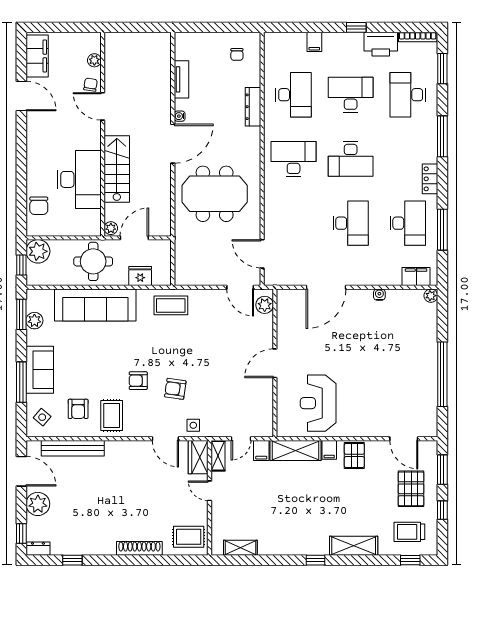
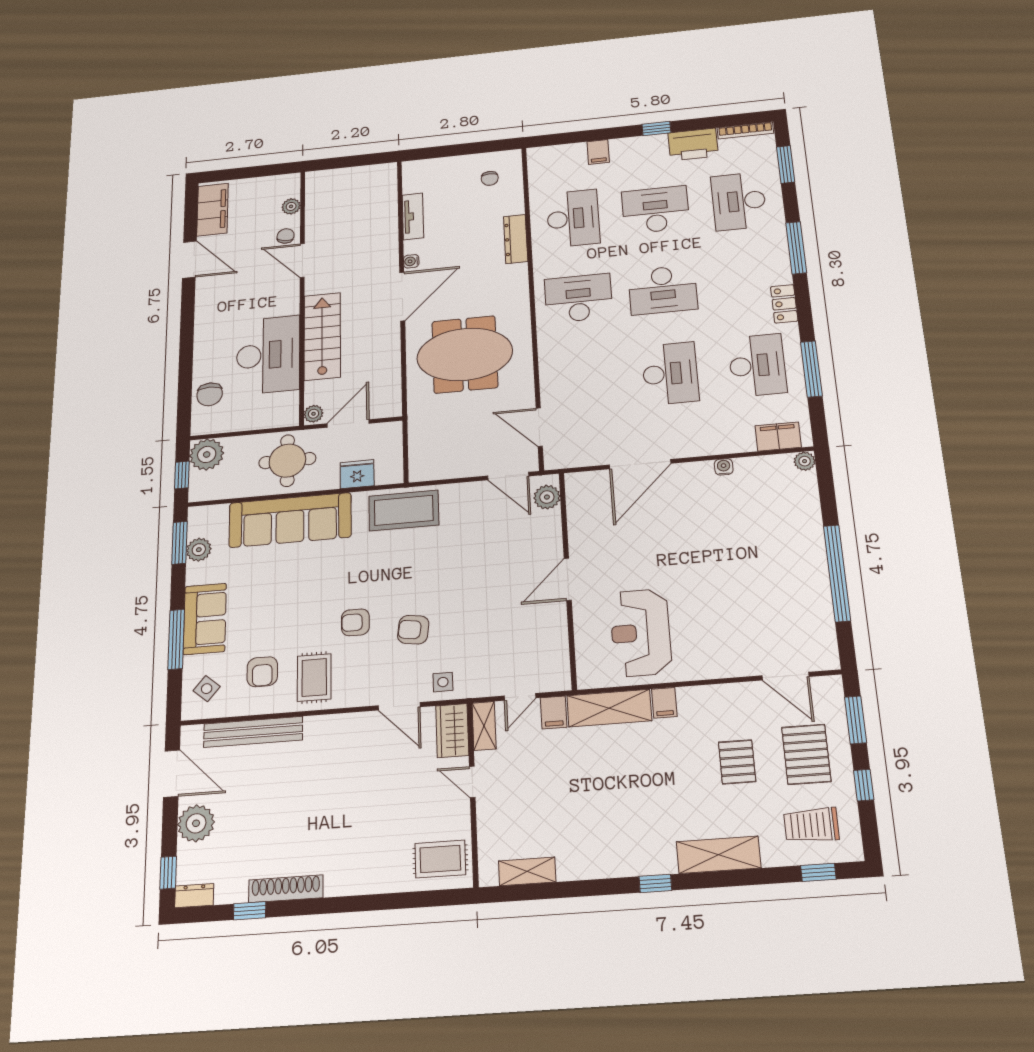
coffee table: (171, 305) -> (404, 510), width x1.36, depth x1.32
pallet: (354, 455) -> (737, 762), moved
shoe rack: (139, 548) -> (286, 889), moved

